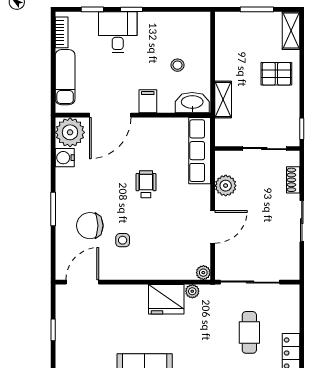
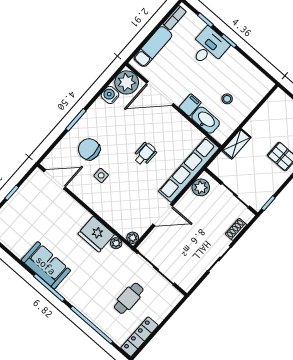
washbasin: (192, 103) -> (206, 120), moved
row of seats: (200, 151) -> (189, 170), width x1.36
plant: (226, 186) -> (201, 187), moved

